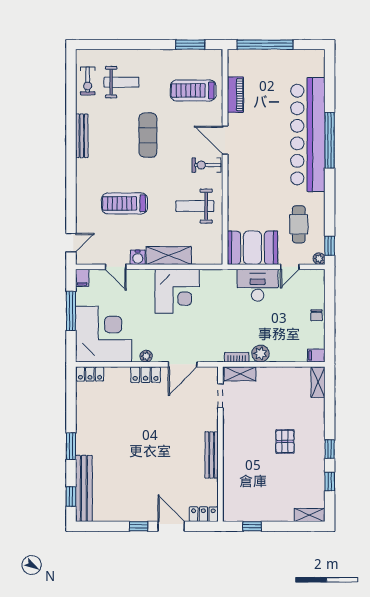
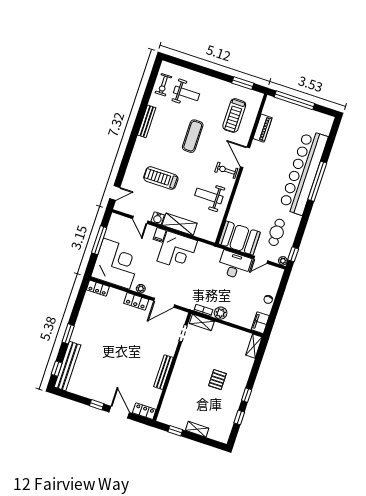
treadmill: (193, 90) -> (234, 116), turned -90
filing cabinet: (82, 278) -> (160, 235), moved
filing cabinet: (316, 356) -> (260, 323), width x2.00
shelving: (309, 515) -> (197, 429), moved

